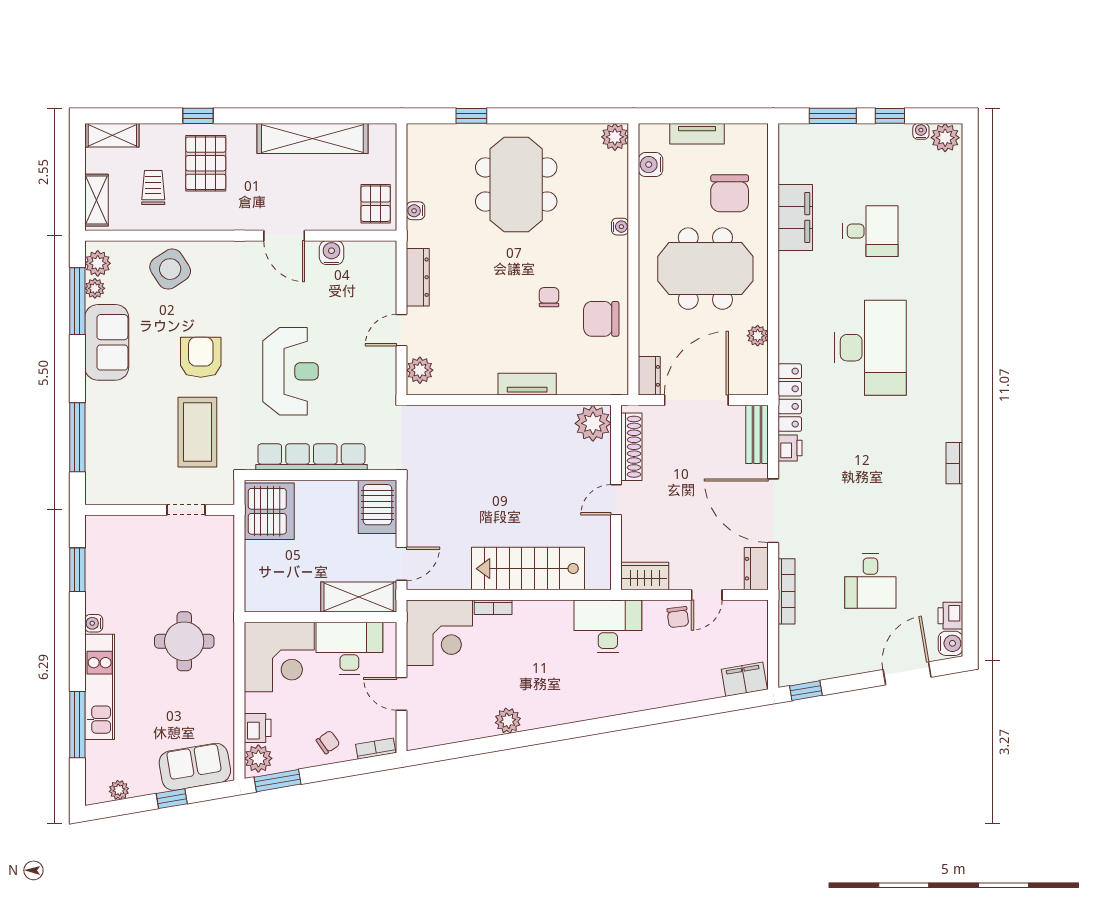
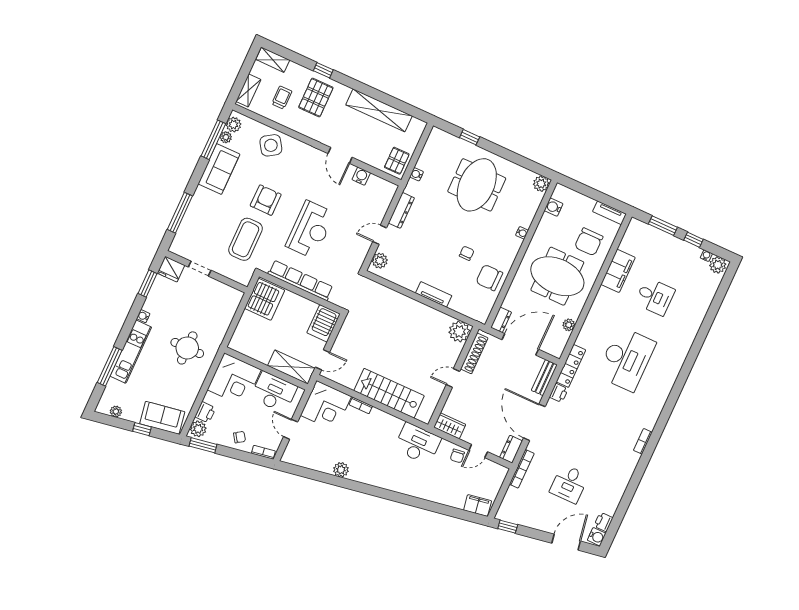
tv unit: (697, 134) -> (610, 213), moved
doorway: (186, 510) -> (200, 269), moved
fridge: (103, 531) -> (171, 269), added

